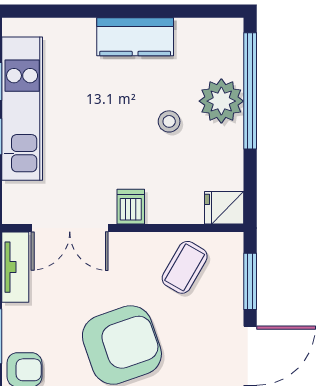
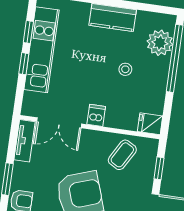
plant: (221, 101) -> (160, 43), moved
window: (250, 281) -> (159, 168), width x0.67

